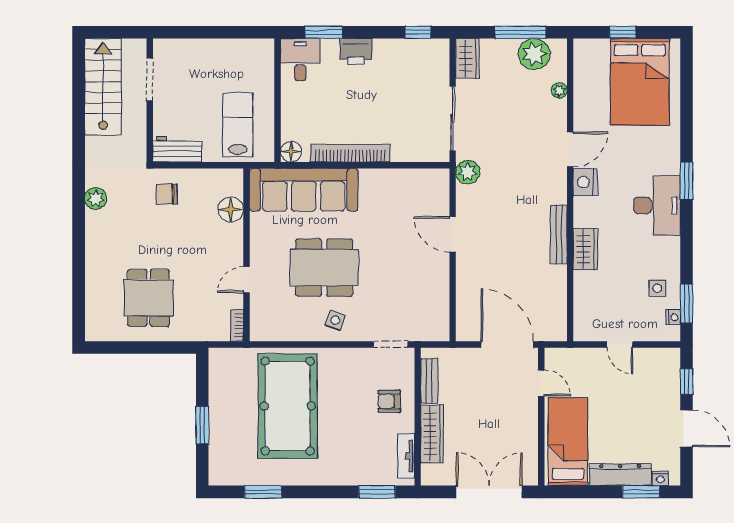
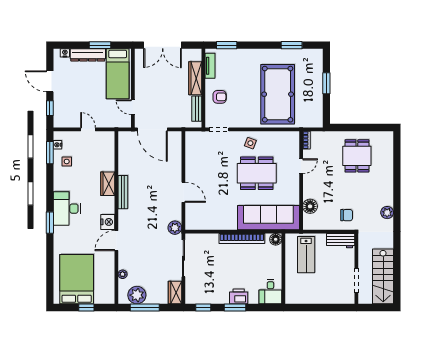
window: (324, 32) -> (235, 307), moved
window: (641, 492) -> (100, 45), moved

